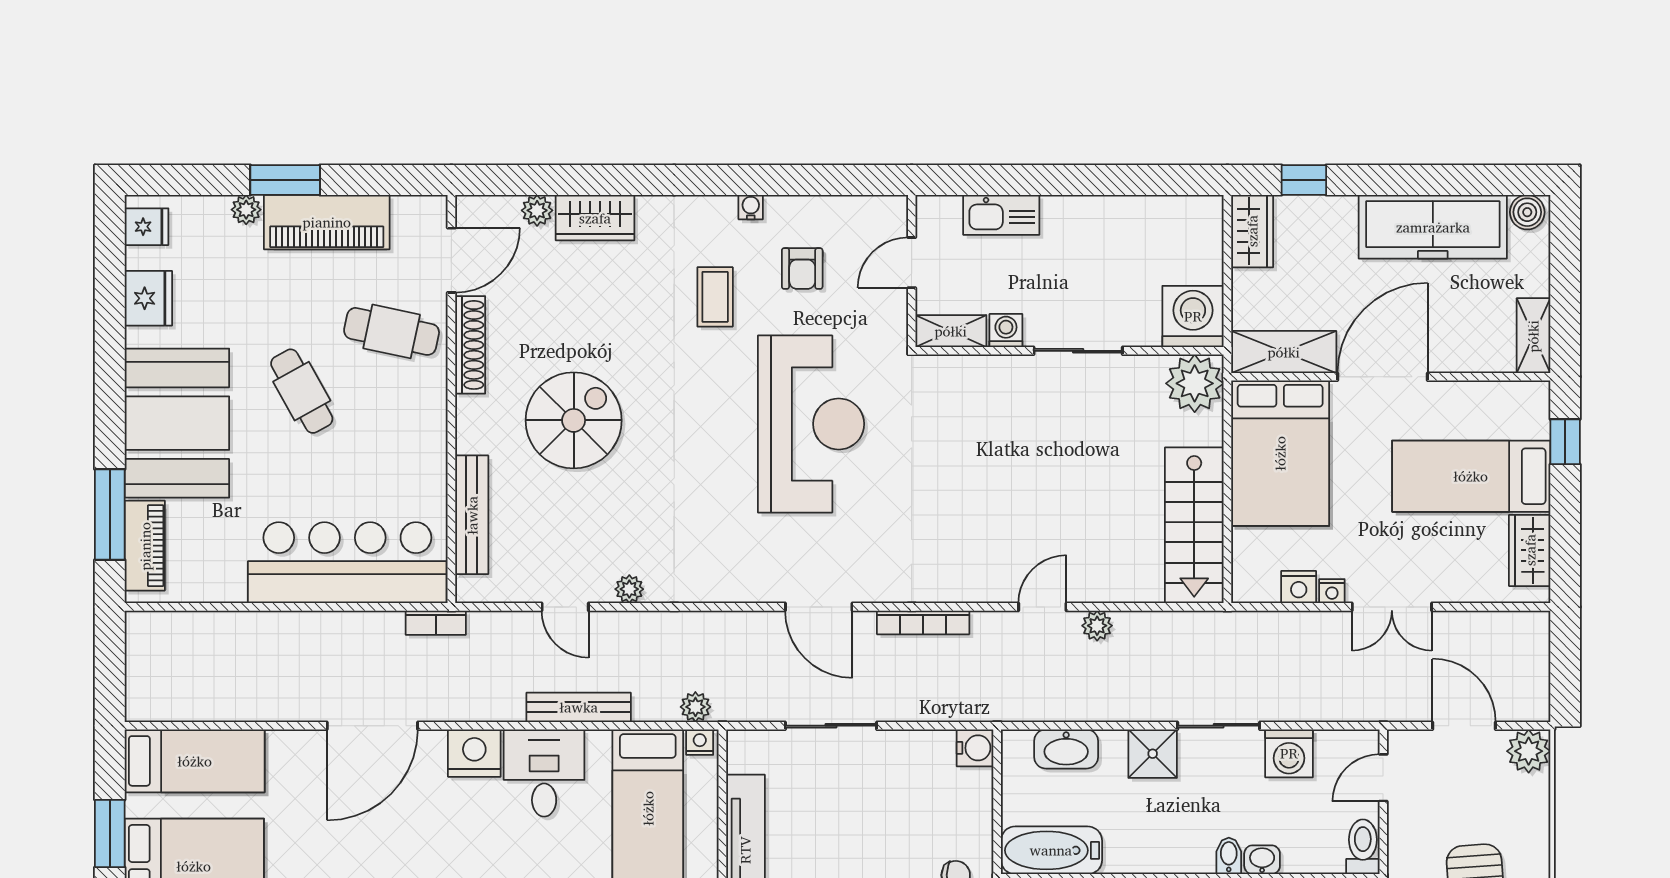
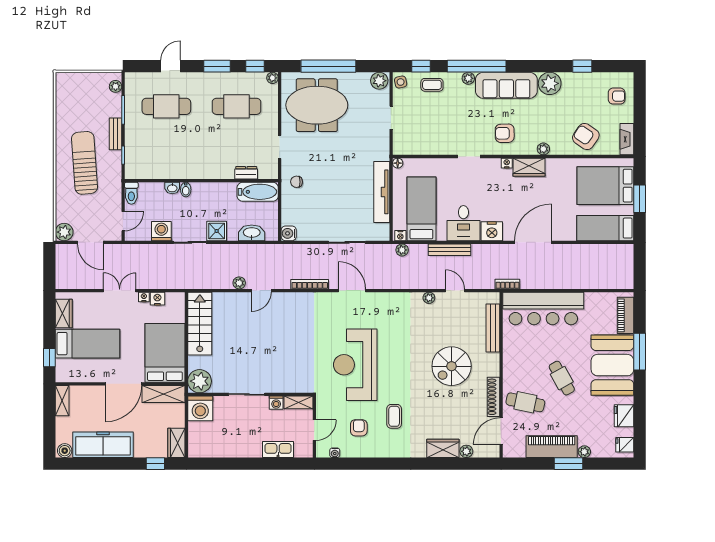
water cooler: (751, 207) -> (335, 453), moved
window: (110, 514) -> (640, 352), moved

